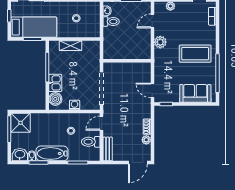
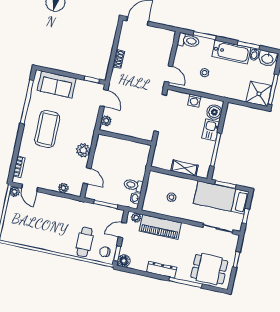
door: (152, 21) -> (87, 176), hinge flipped
coffee table: (195, 54) -> (47, 129), turned 90
door: (101, 123) -> (169, 74), hinge flipped
plant: (146, 140) -> (106, 121), moved
toilet: (91, 142) -> (188, 40), moved
bench: (108, 149) -> (168, 44), removed

